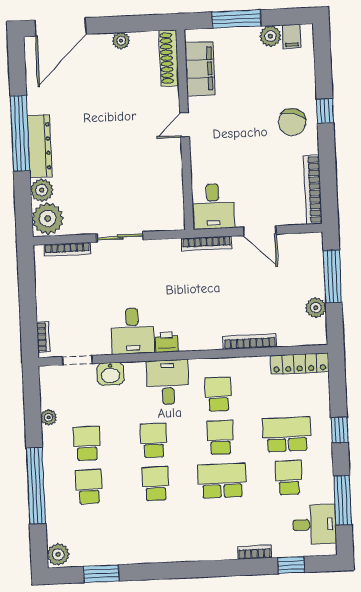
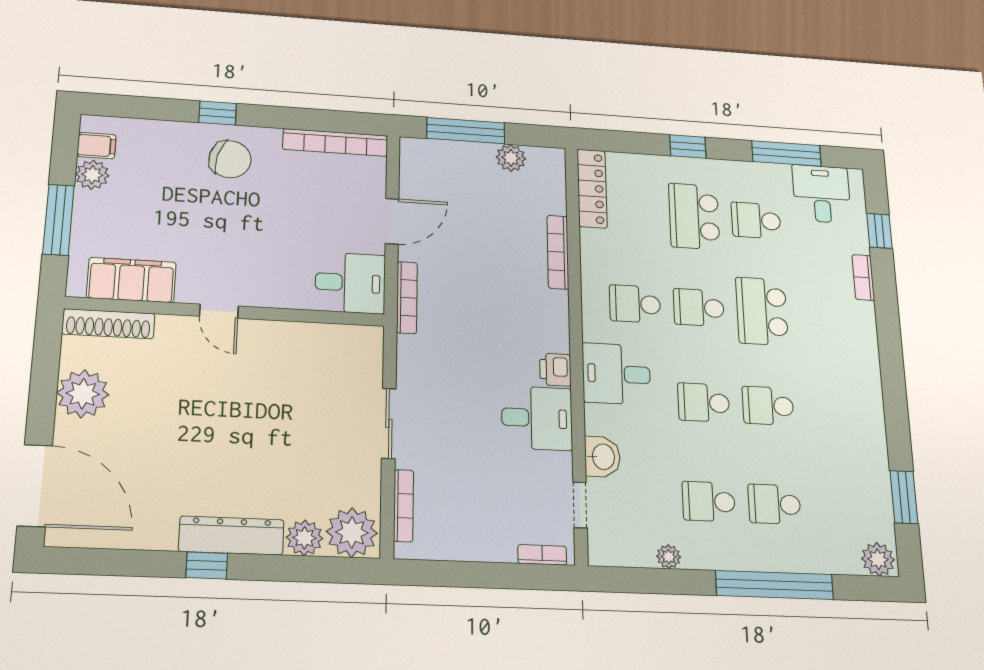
plant: (121, 41) -> (83, 394), width x1.87, depth x1.87
window: (20, 133) -> (207, 565), width x0.32

